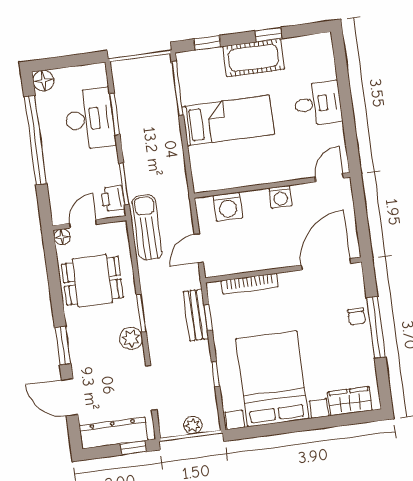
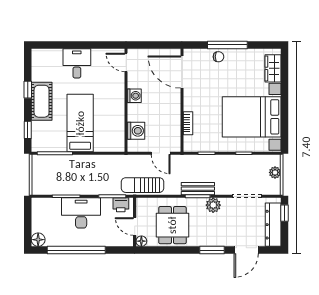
desk: (90, 119) -> (81, 213), moved
bookcase: (250, 284) -> (188, 123), width x0.64
bench: (196, 315) -> (198, 189), moved

